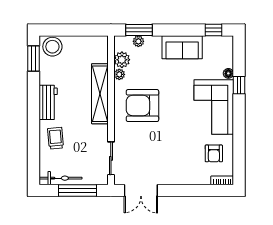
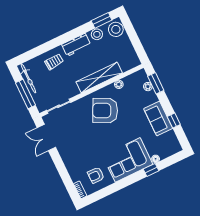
window: (213, 30) -> (174, 120), moved
plant: (122, 60) -> (130, 81), removed
stool: (48, 72) -> (97, 34), added
armchair: (142, 106) -> (105, 111), turned -64

